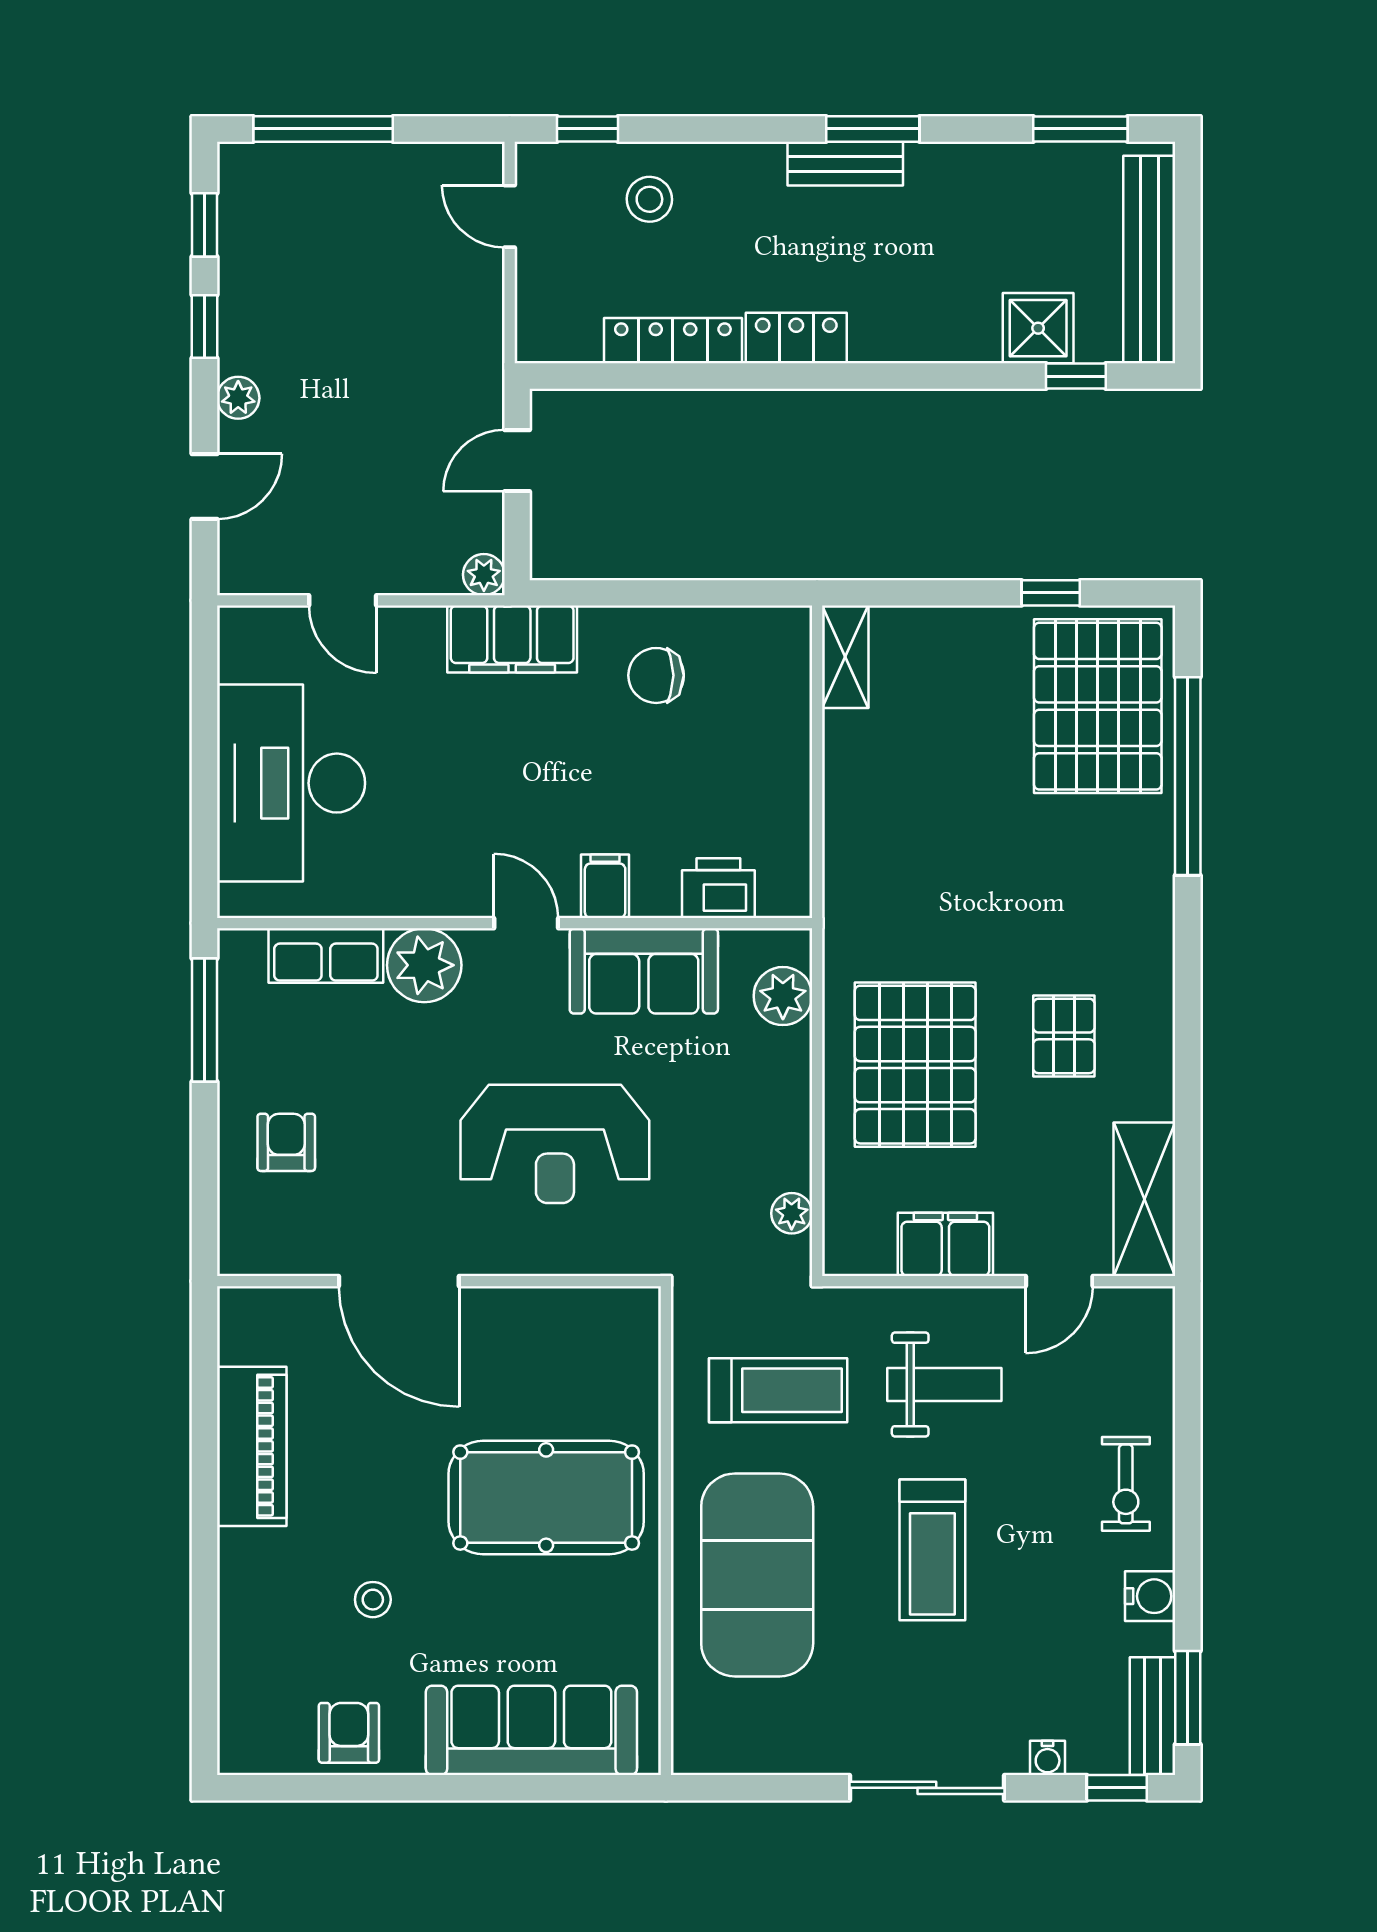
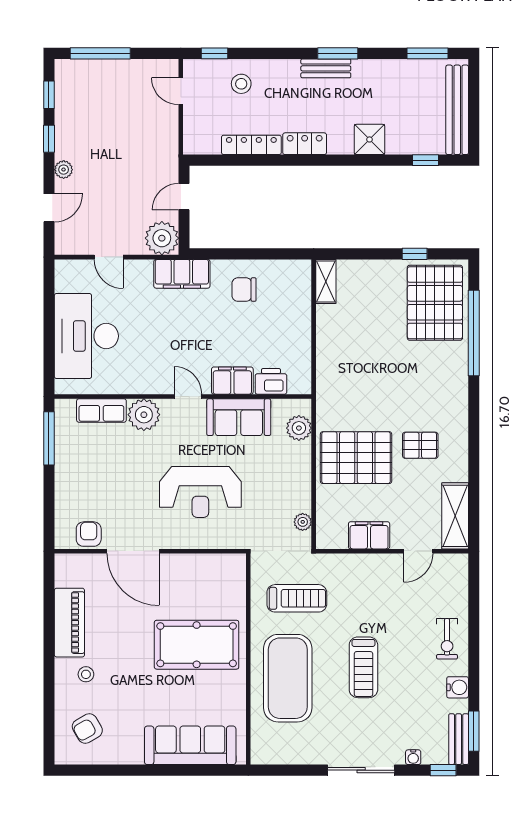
shower: (1038, 328) -> (370, 139), moved
plant: (484, 575) -> (162, 238), width x1.88, depth x1.88
filing cabinet: (605, 886) -> (232, 381), width x2.00
pallet: (1064, 1036) -> (420, 445), turned 90
pallet: (915, 1065) -> (356, 458), turned 90
armchair: (286, 1142) -> (89, 534), moved
weight bench: (944, 1384) -> (369, 596), removed
stool: (373, 1600) -> (86, 674), moved
armchair: (349, 1733) -> (87, 728), moved, turned -120

